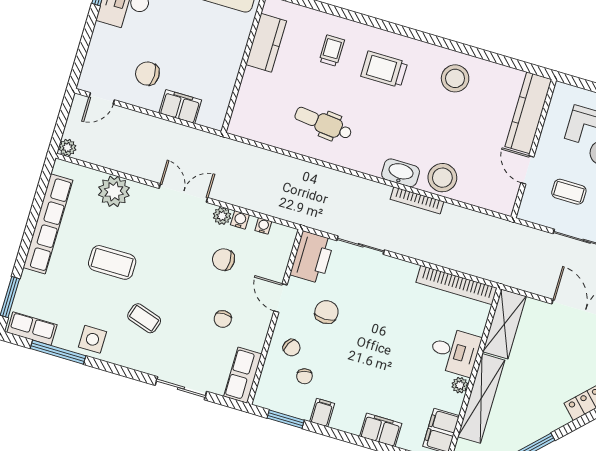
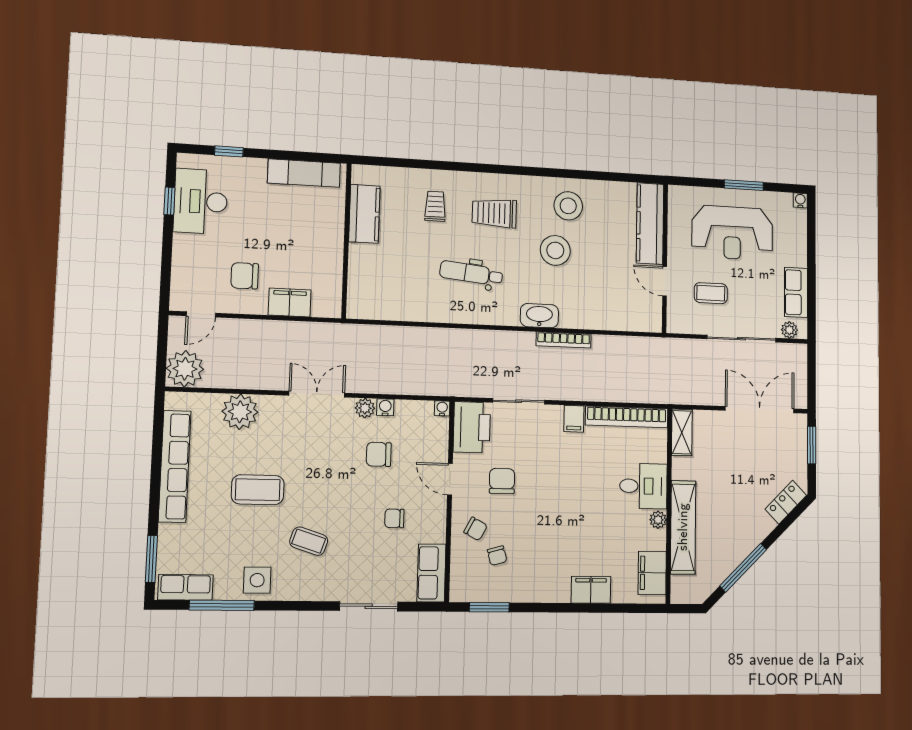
dental chair: (323, 123) -> (471, 273), moved
plant: (67, 148) -> (185, 369), width x1.87, depth x1.87
stool: (442, 178) -> (555, 250), moved
water cooler: (263, 226) -> (442, 408), moved
chair: (223, 319) -> (394, 518), turned 90
shelving: (505, 324) -> (682, 432), width x0.67, depth x0.75
filing cabinet: (322, 413) -> (574, 419), moved, turned 180

